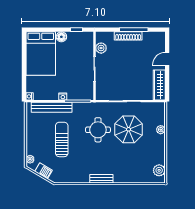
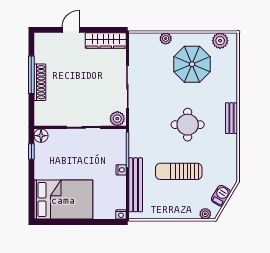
floor lamp: (61, 37) -> (41, 136), moved
plant: (101, 48) -> (117, 119), moved
door: (167, 59) -> (71, 30), swing flipped
parasol: (129, 129) -> (192, 64), moved
round table: (98, 130) -> (188, 125), moved

